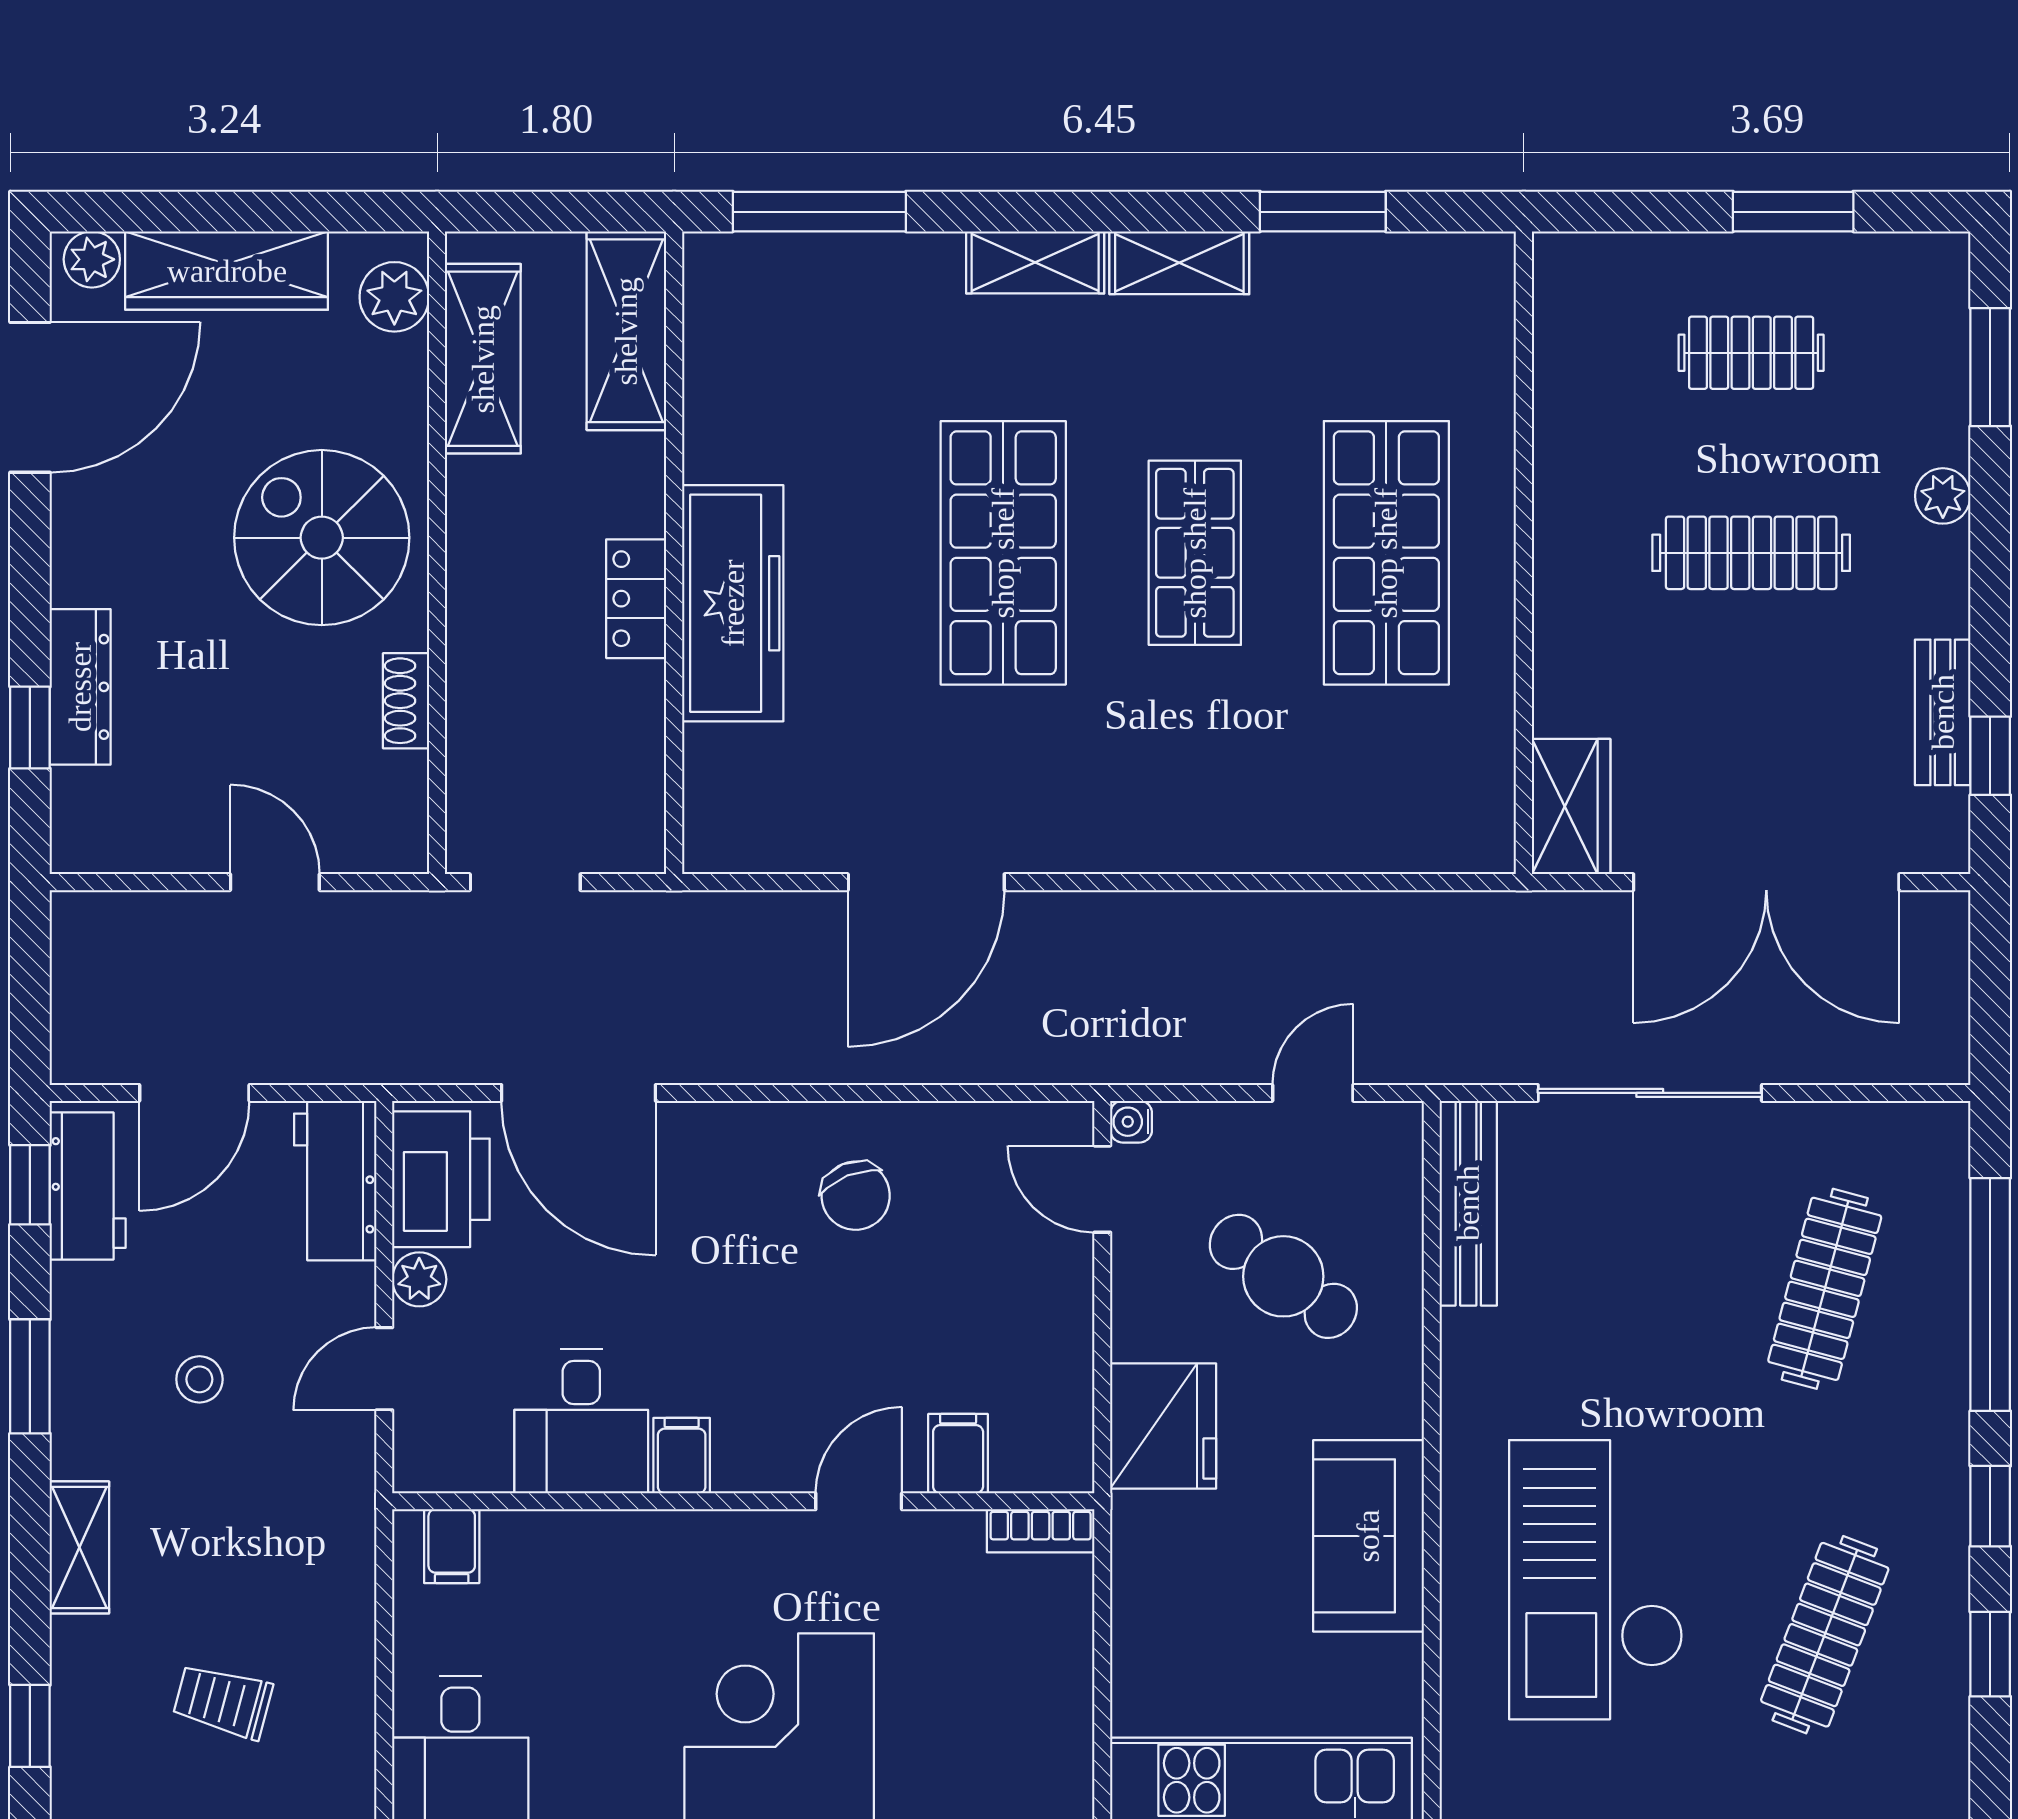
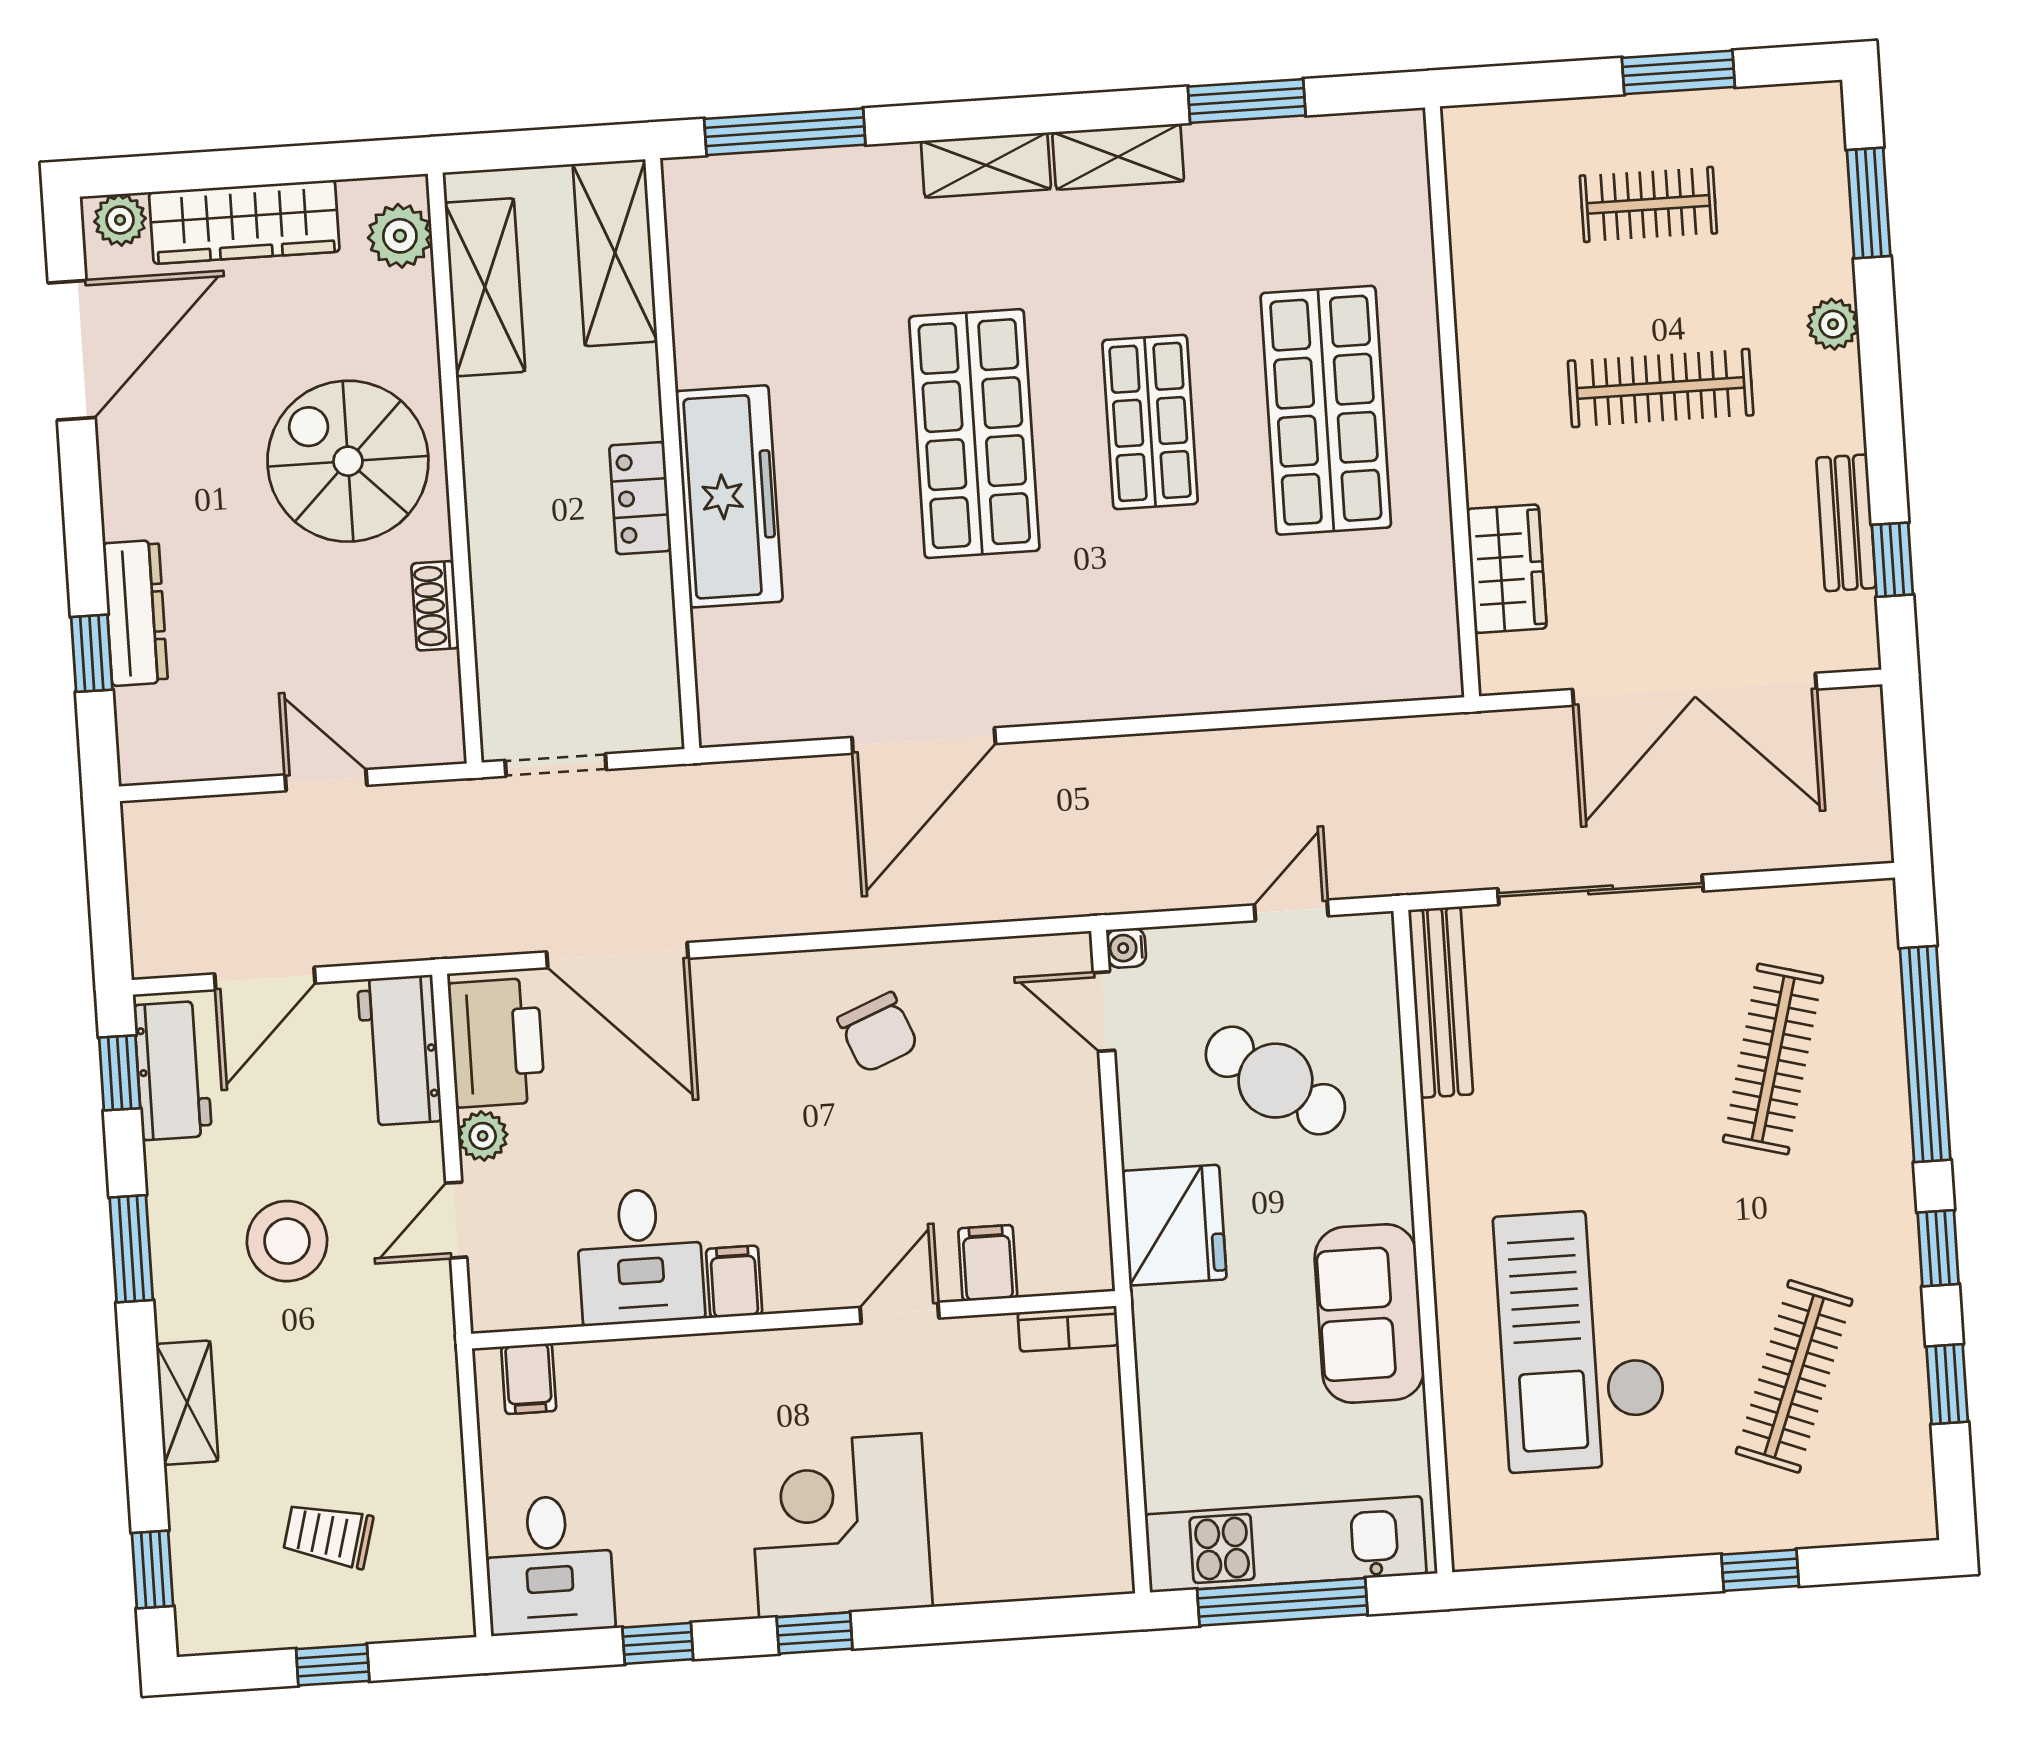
wardrobe: (1571, 807) -> (1507, 569), moved
stool: (199, 1379) -> (287, 1241), width x1.89, depth x1.89

